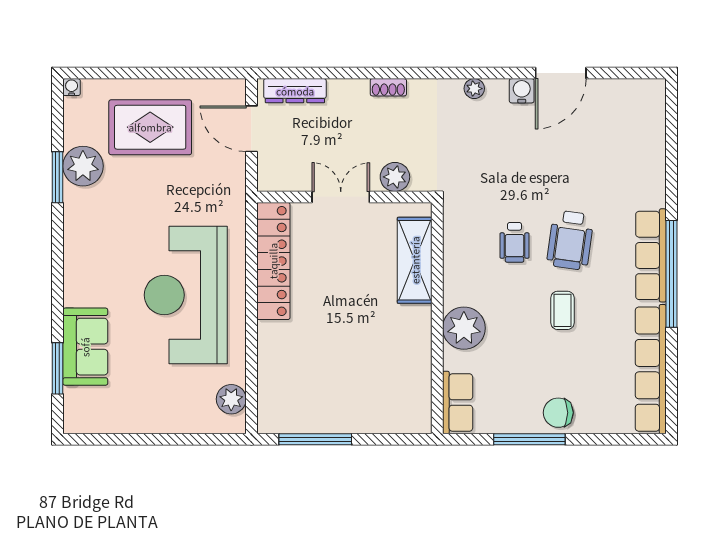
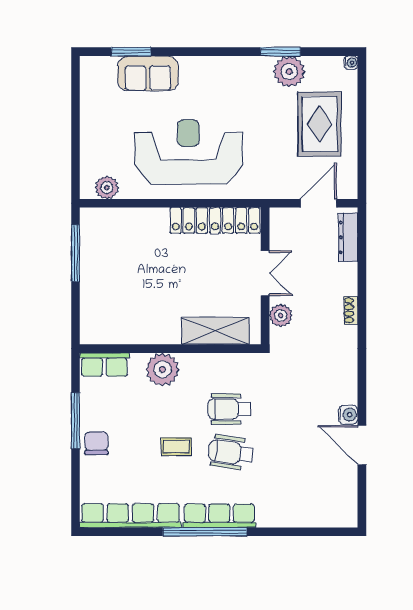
plant: (474, 89) -> (350, 378), removed
wheelchair: (515, 242) -> (230, 409), width x1.36, depth x1.37

